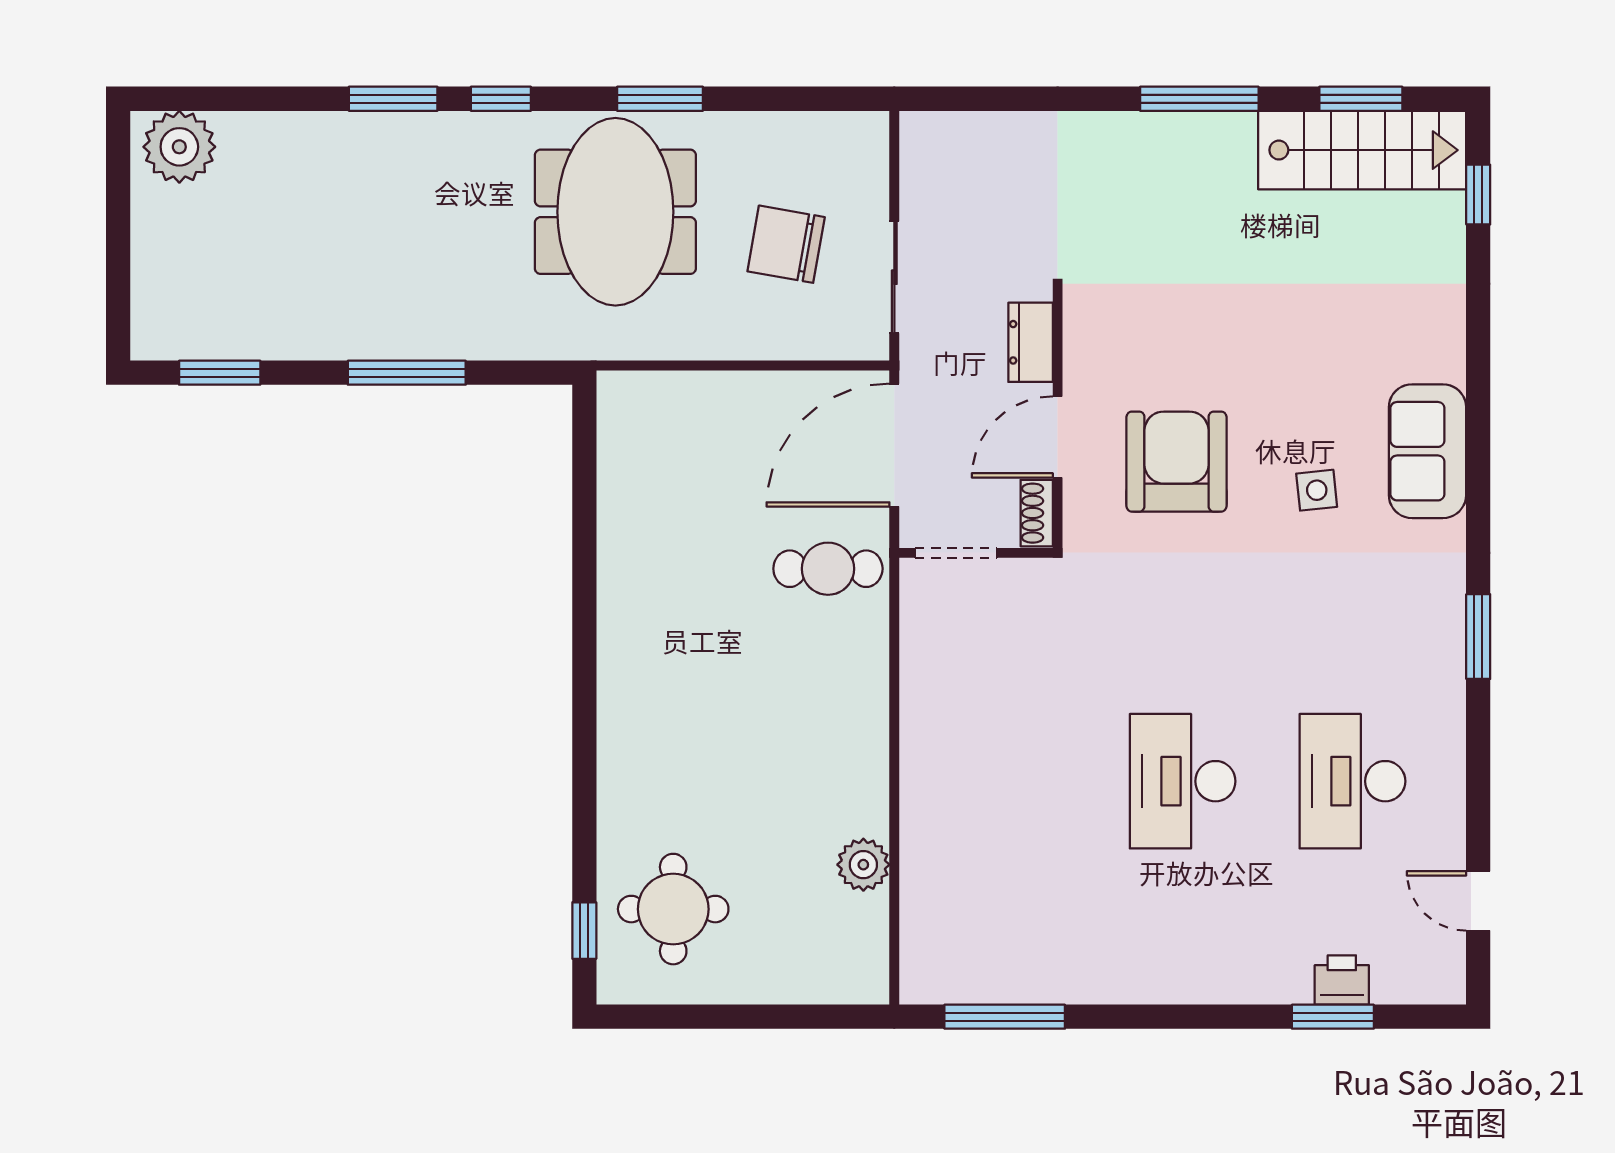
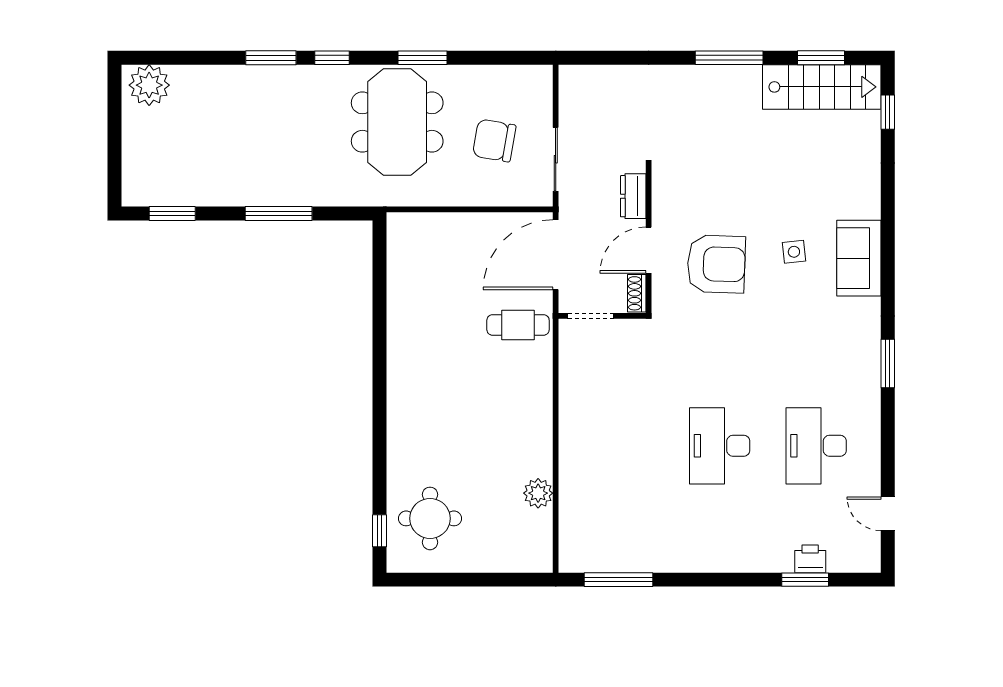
armchair: (1176, 462) -> (716, 264), turned 92
side table: (1317, 490) -> (794, 252), moved

